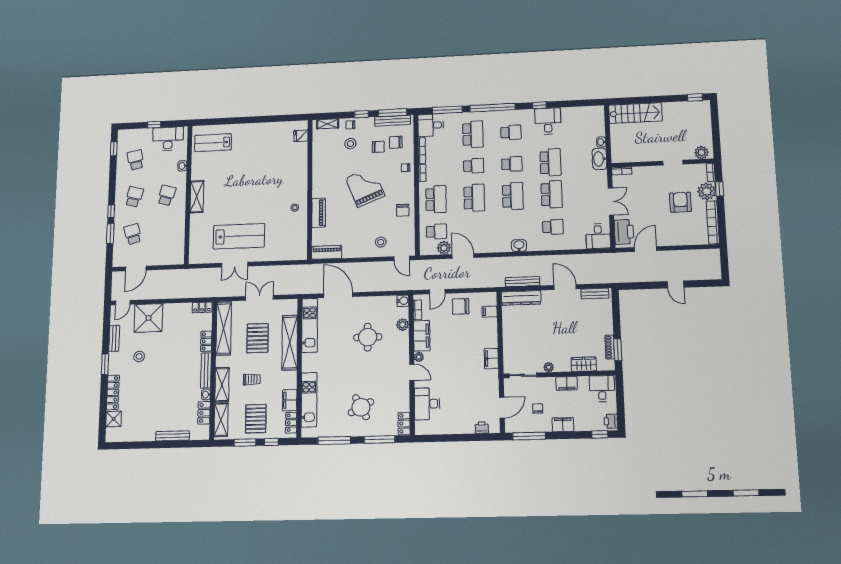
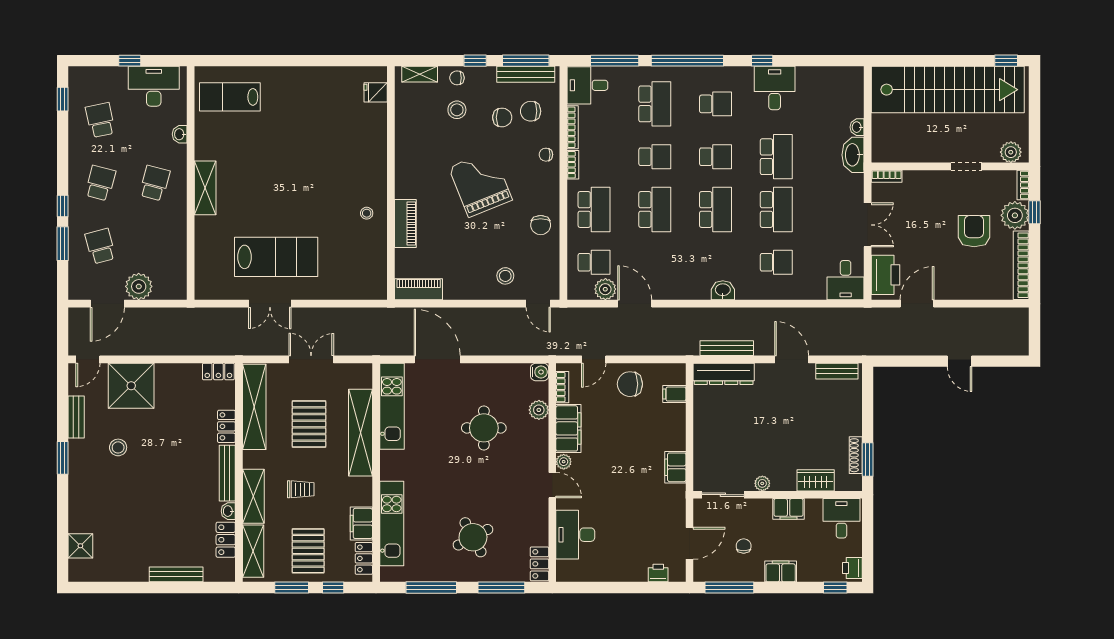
stairs: (635, 113) -> (948, 90), width x1.86, depth x1.51
plant: (155, 257) -> (139, 286), added
locker: (113, 392) -> (78, 504), removed

